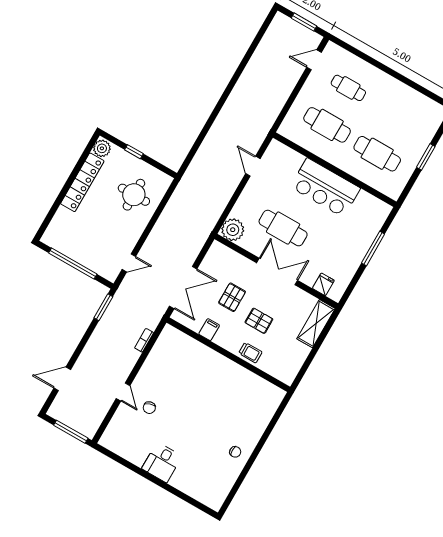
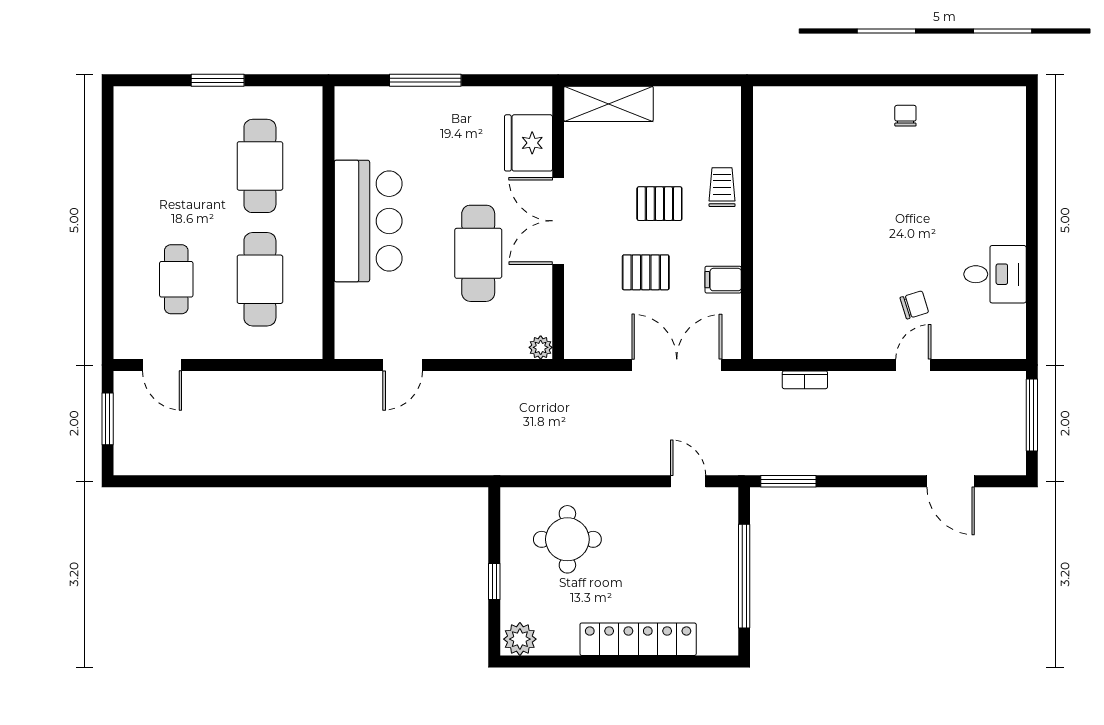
locker: (82, 182) -> (638, 639), moved
plant: (233, 230) -> (541, 347), width x0.53, depth x0.53
fridge: (323, 284) -> (528, 143), width x1.88, depth x1.34
pallet: (259, 321) -> (659, 204), turned 90
desk: (162, 462) -> (995, 274), moved

